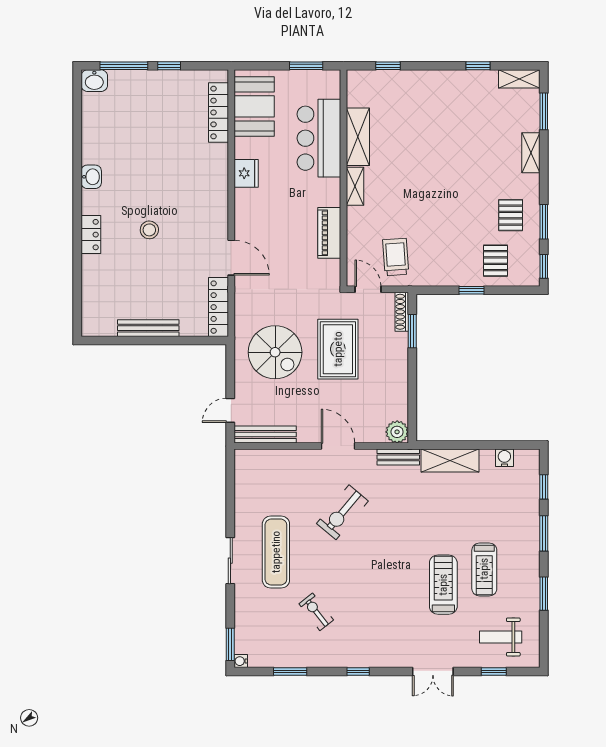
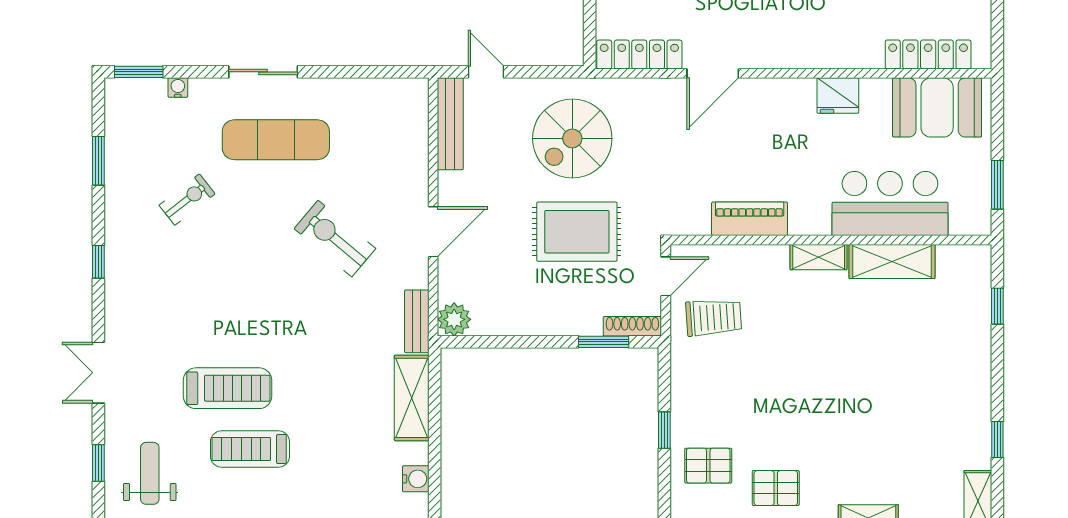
water cooler: (241, 661) -> (178, 88), moved

